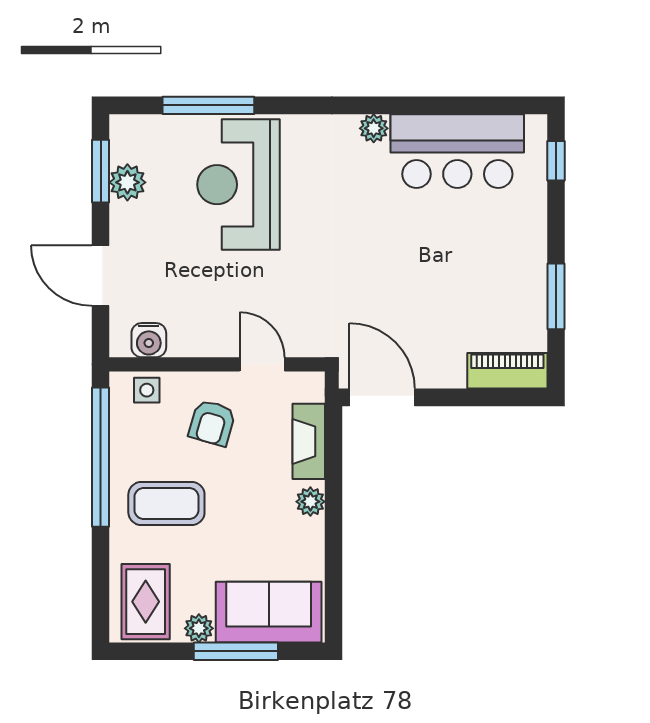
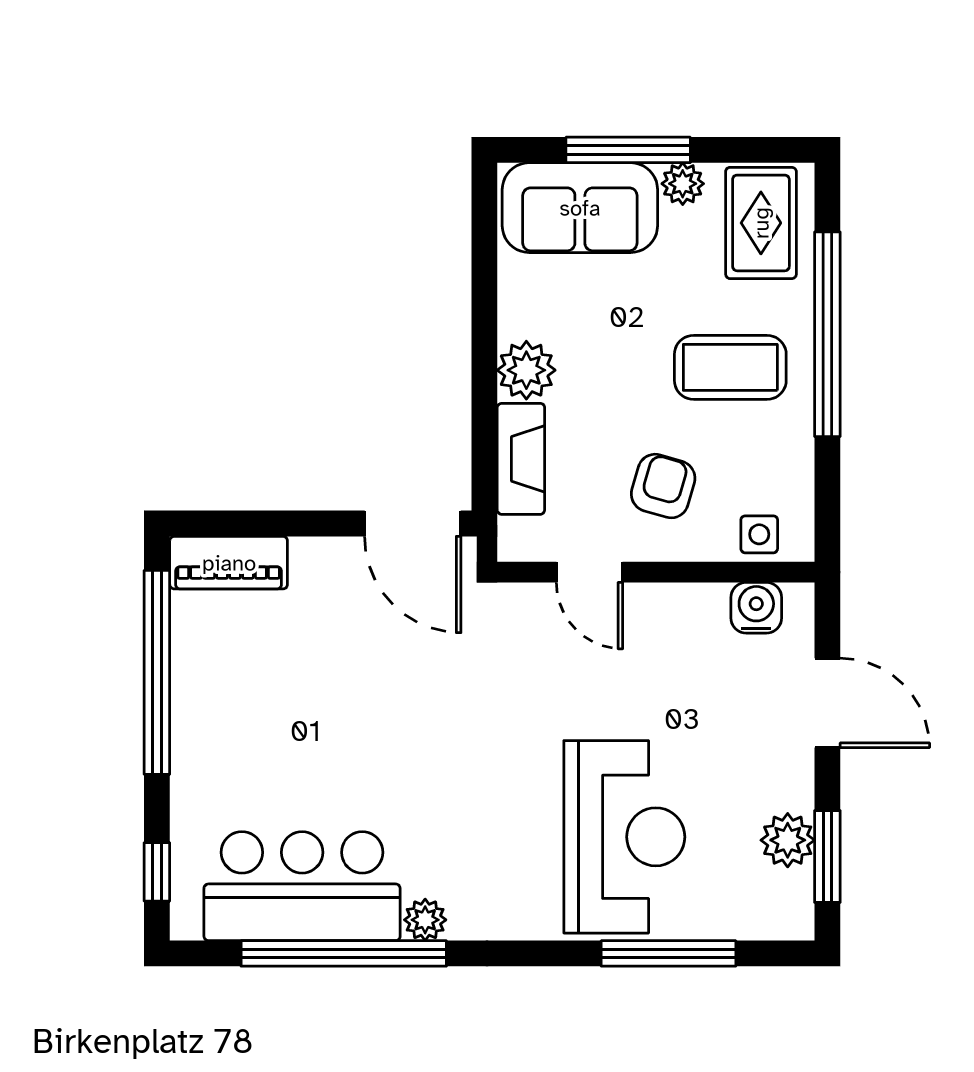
window: (429, 105) -> (344, 953), added
window: (556, 296) -> (157, 672), width x2.11
window: (101, 457) -> (827, 334), moved
plant: (310, 502) -> (526, 370), width x1.38, depth x1.38

